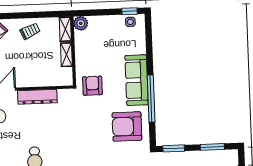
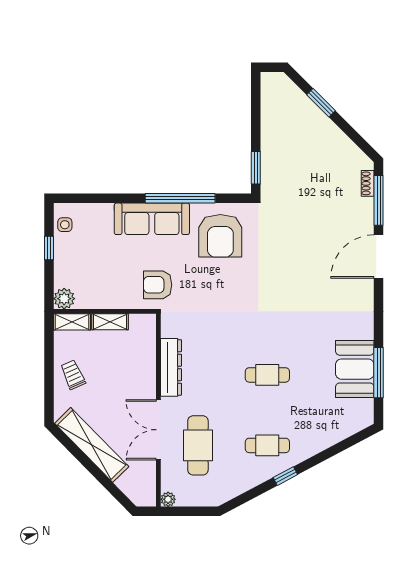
window: (129, 11) -> (49, 248), moved
window: (212, 147) -> (256, 110), removed

